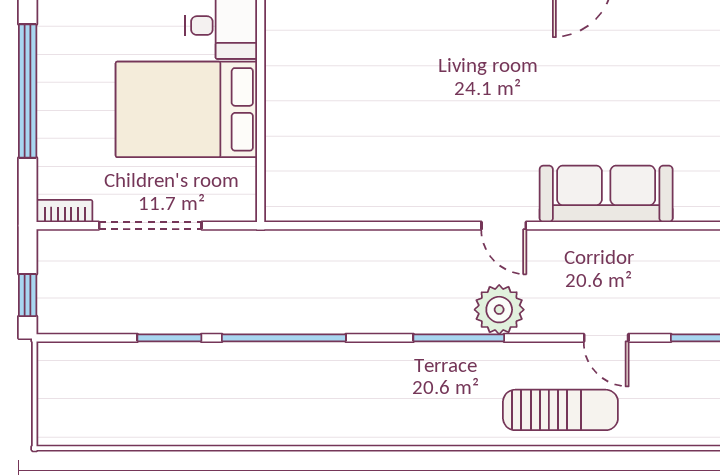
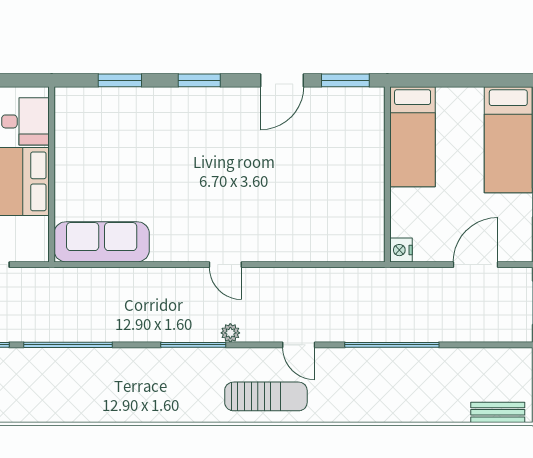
sofa: (606, 194) -> (102, 242), moved
plant: (499, 310) -> (230, 333), width x0.53, depth x0.53

